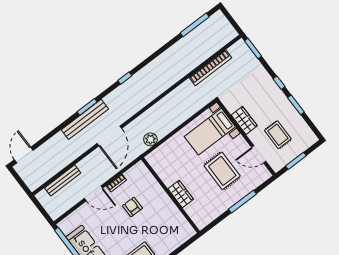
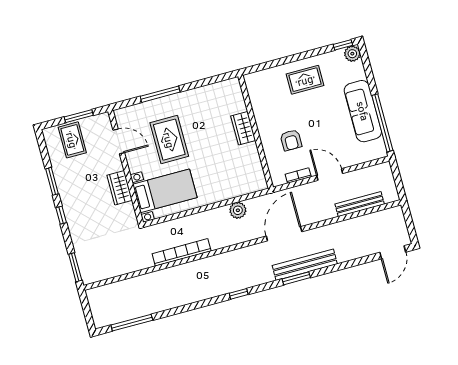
bookcase: (210, 68) -> (182, 252), moved
rug: (278, 135) -> (72, 140), moved
wardrobe: (181, 194) -> (243, 128), moved
wall: (170, 195) -> (256, 132), moved

